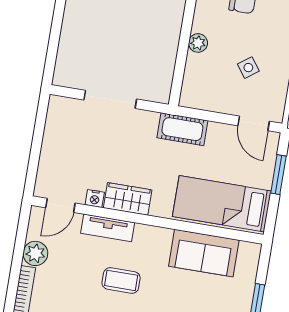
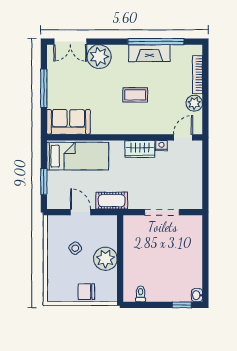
plant: (198, 43) -> (105, 259), width x1.87, depth x1.87
door: (254, 123) -> (80, 212), moved
tv unit: (108, 228) -> (150, 128), removed
sofa: (204, 253) -> (68, 122), moved

